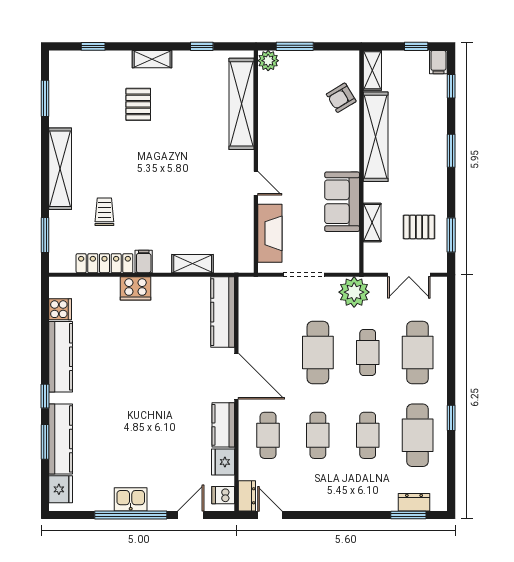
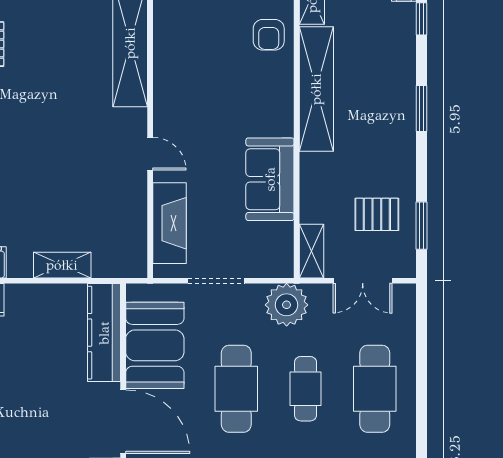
armchair: (341, 98) -> (269, 35), turned -59
shelving: (372, 223) -> (312, 251), moved
booth: (259, 321) -> (155, 345), added

